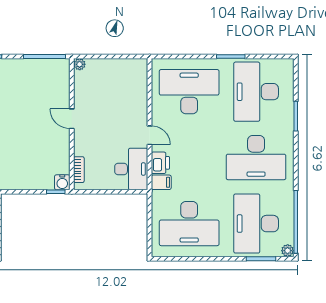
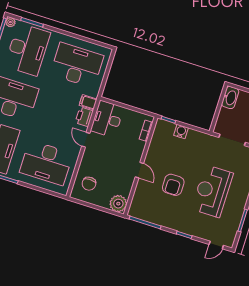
plant: (80, 64) -> (118, 204), width x1.87, depth x1.87
chair: (129, 83) -> (89, 184), added
armchair: (25, 114) -> (173, 185), added
water cooler: (62, 182) -> (181, 131), moved

